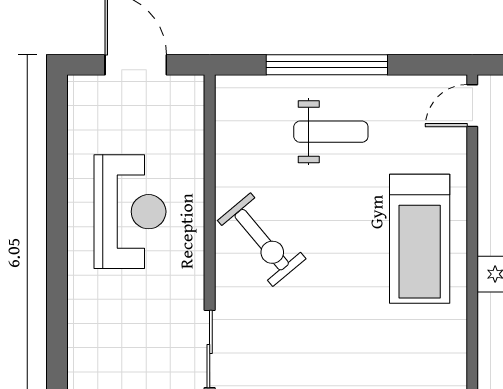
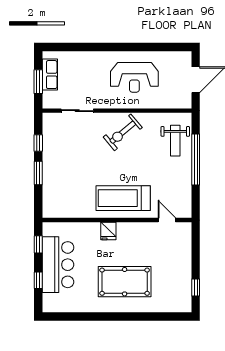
door: (472, 106) -> (167, 220), moved
weight bench: (331, 132) -> (175, 141), moved

